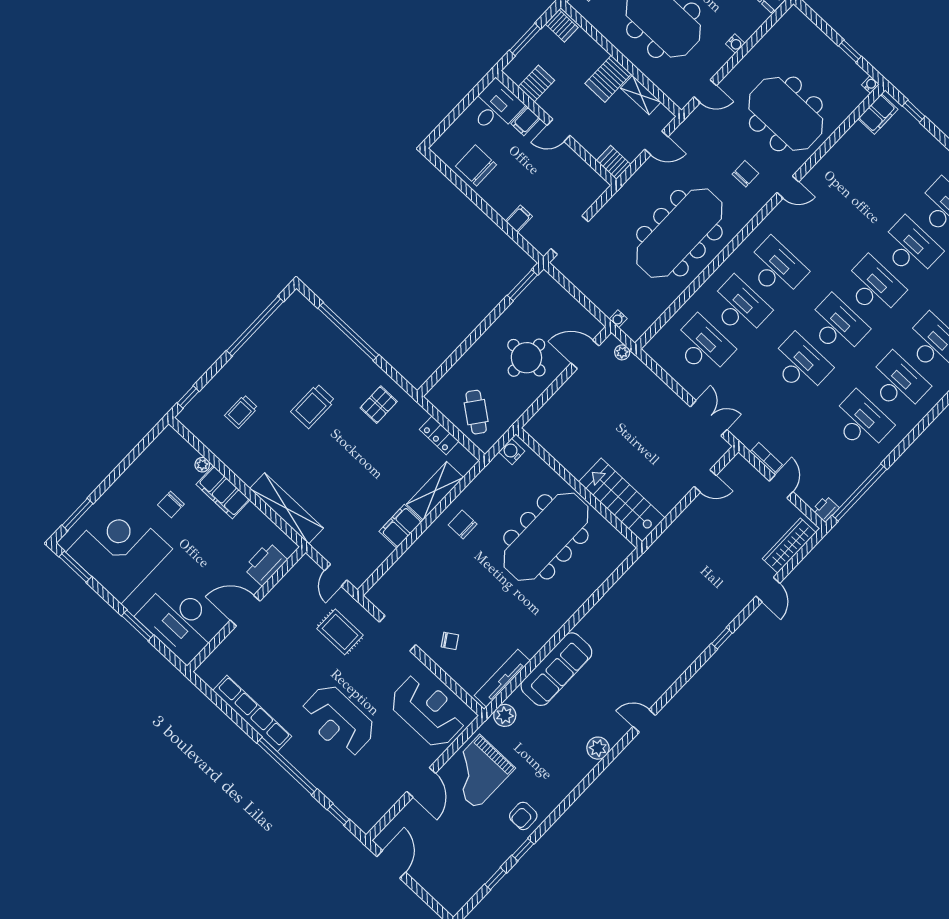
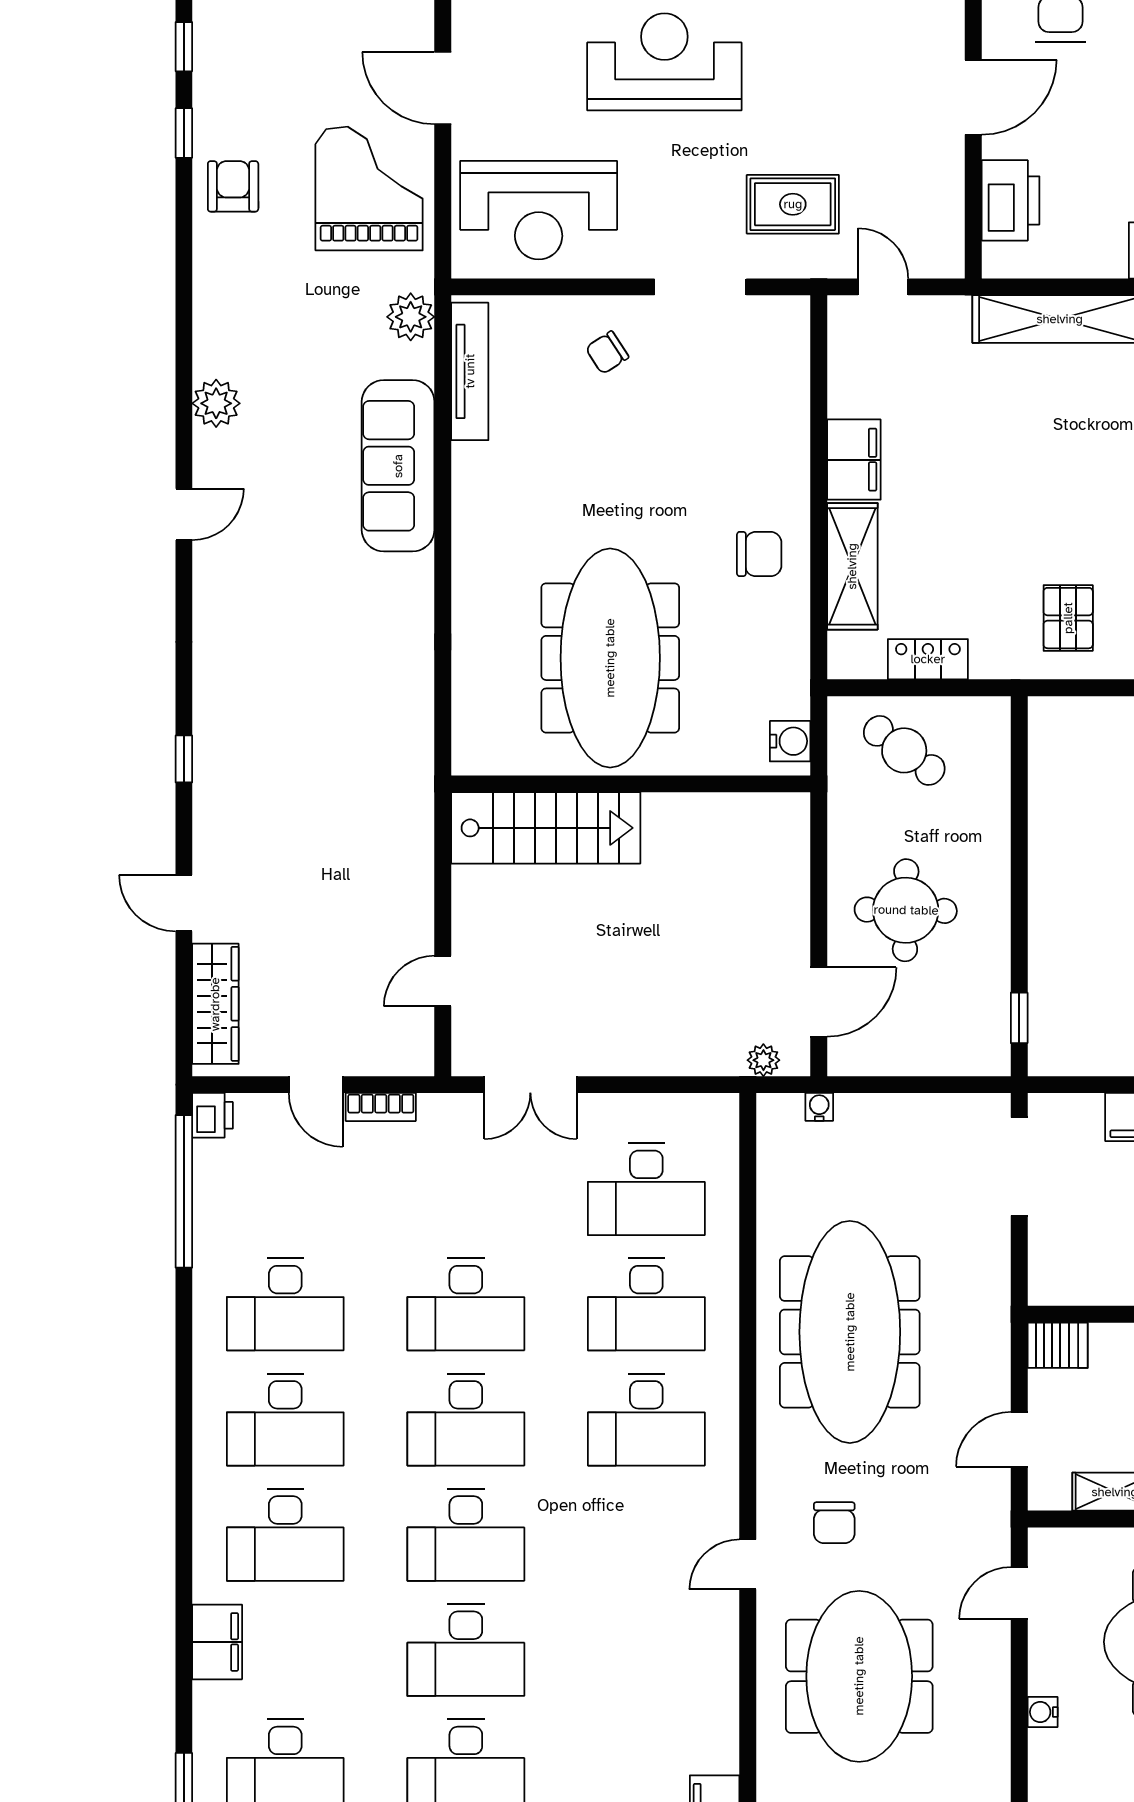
meeting table: (786, 114) -> (859, 1676), turned 90
window: (522, 285) -> (1019, 1018), width x0.67

